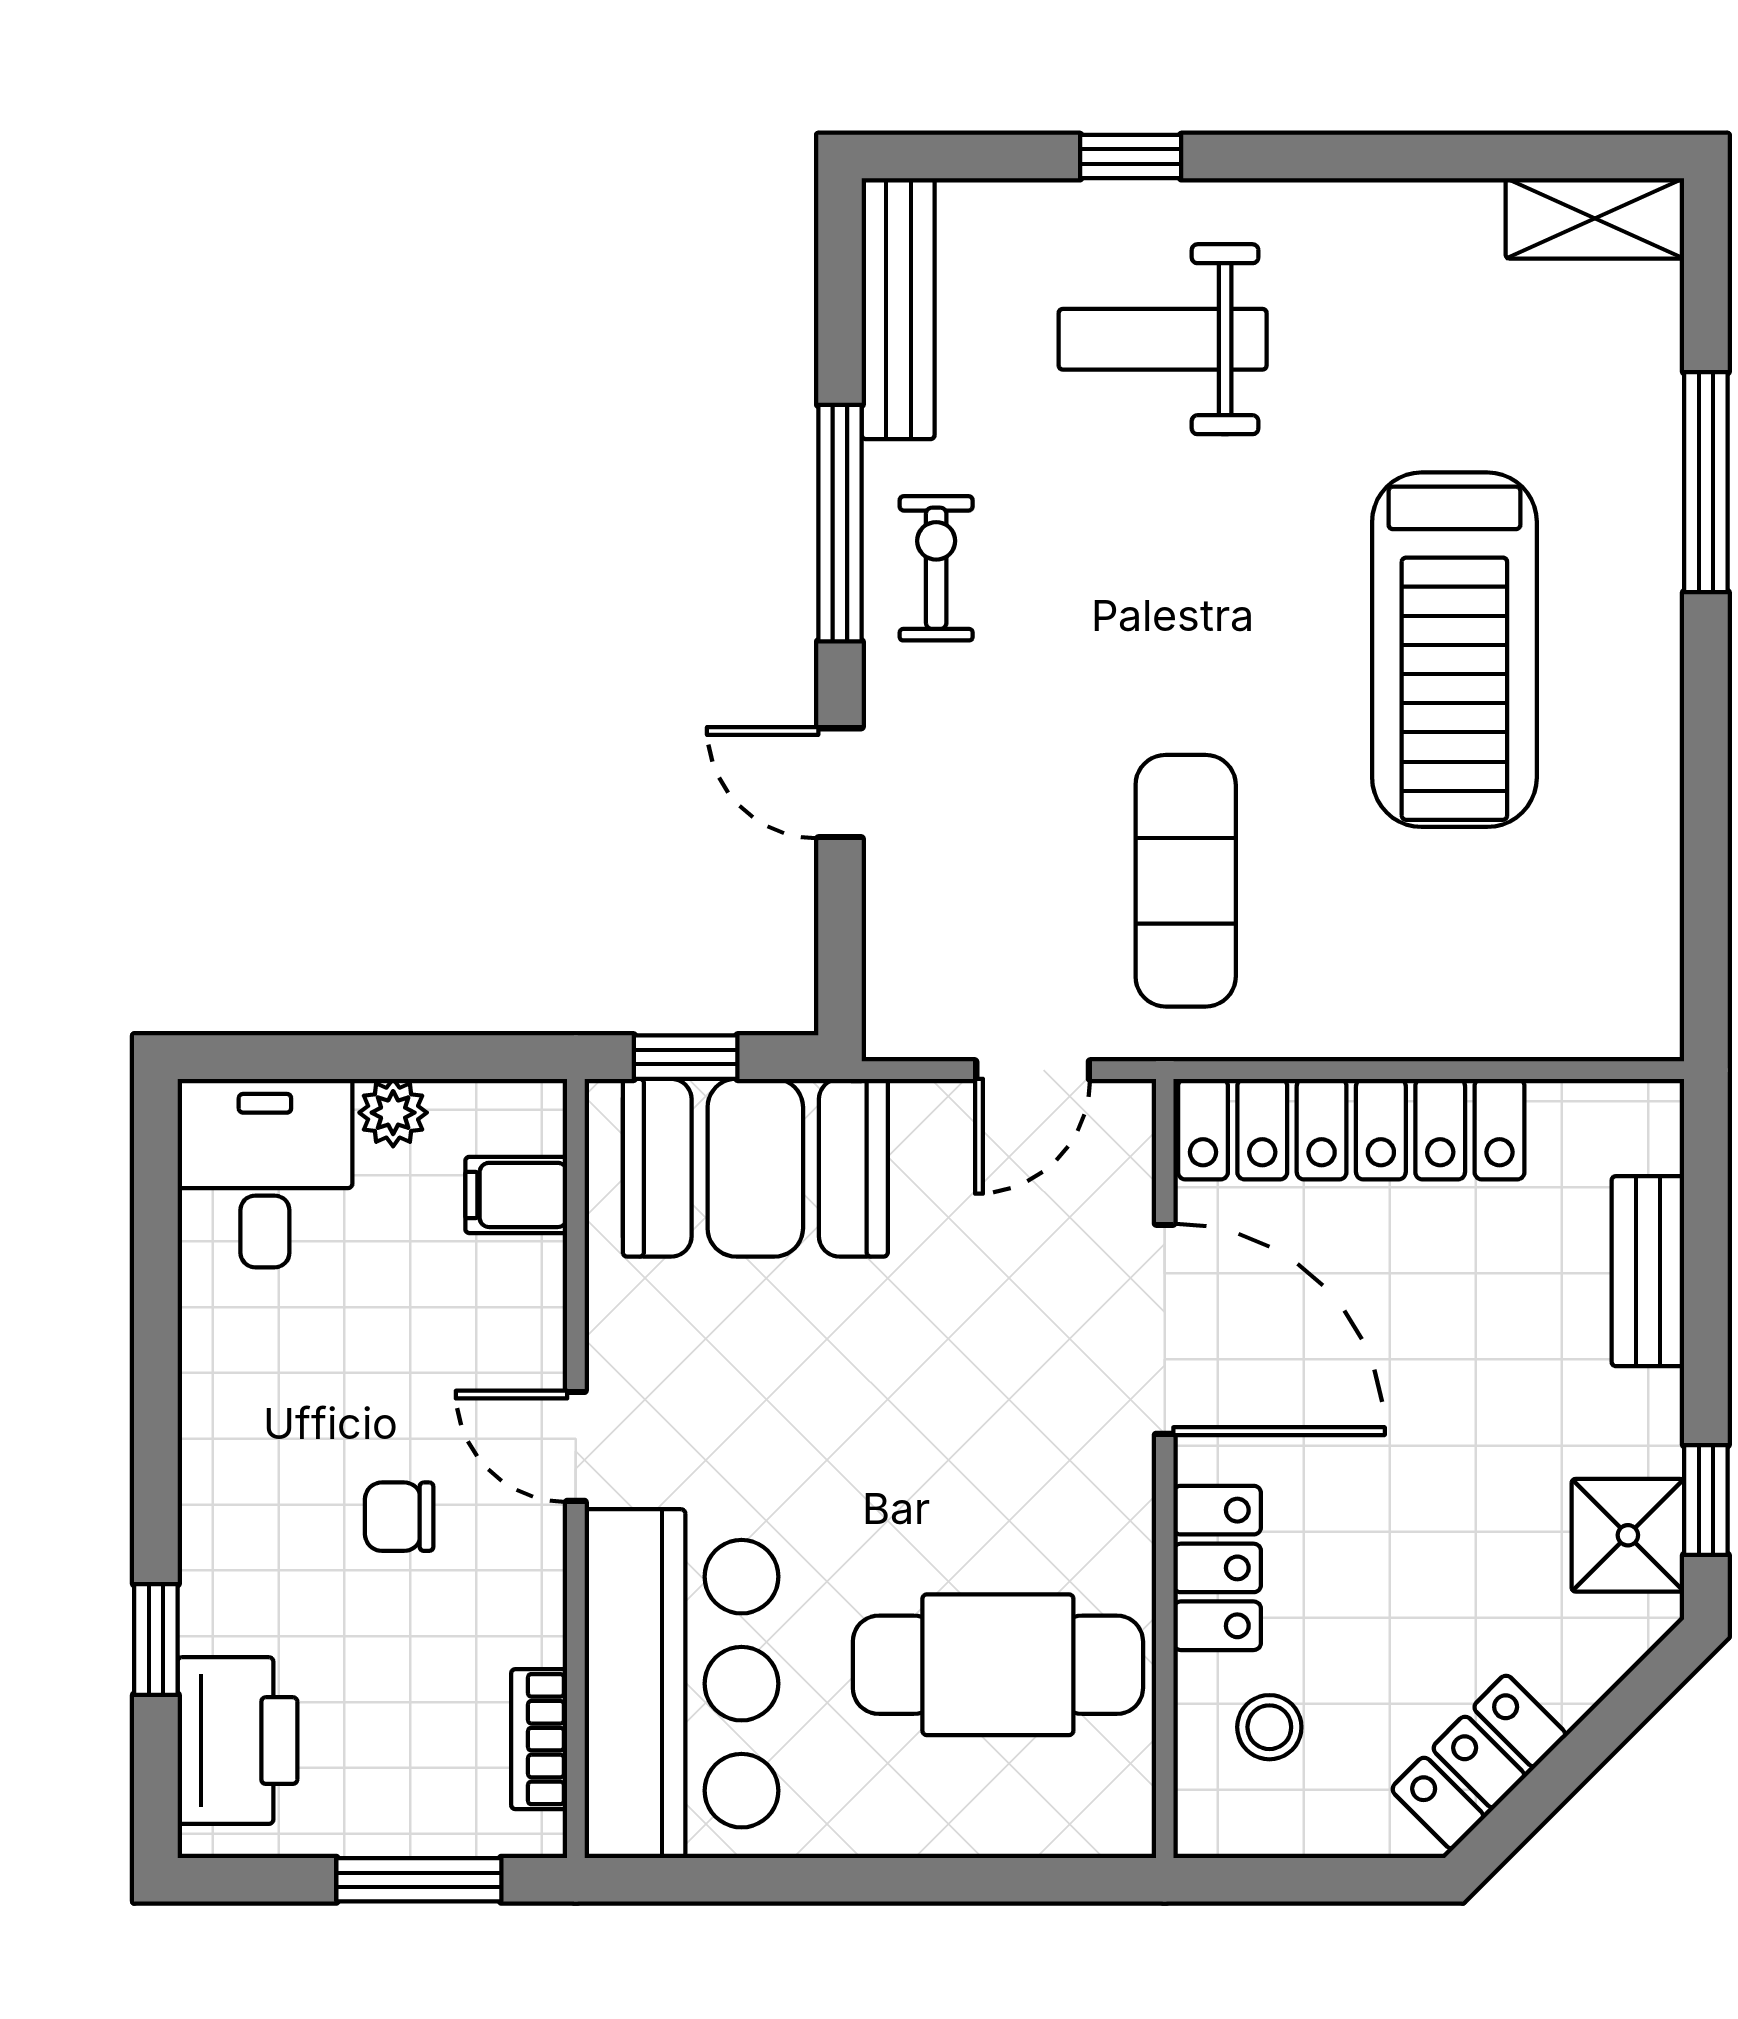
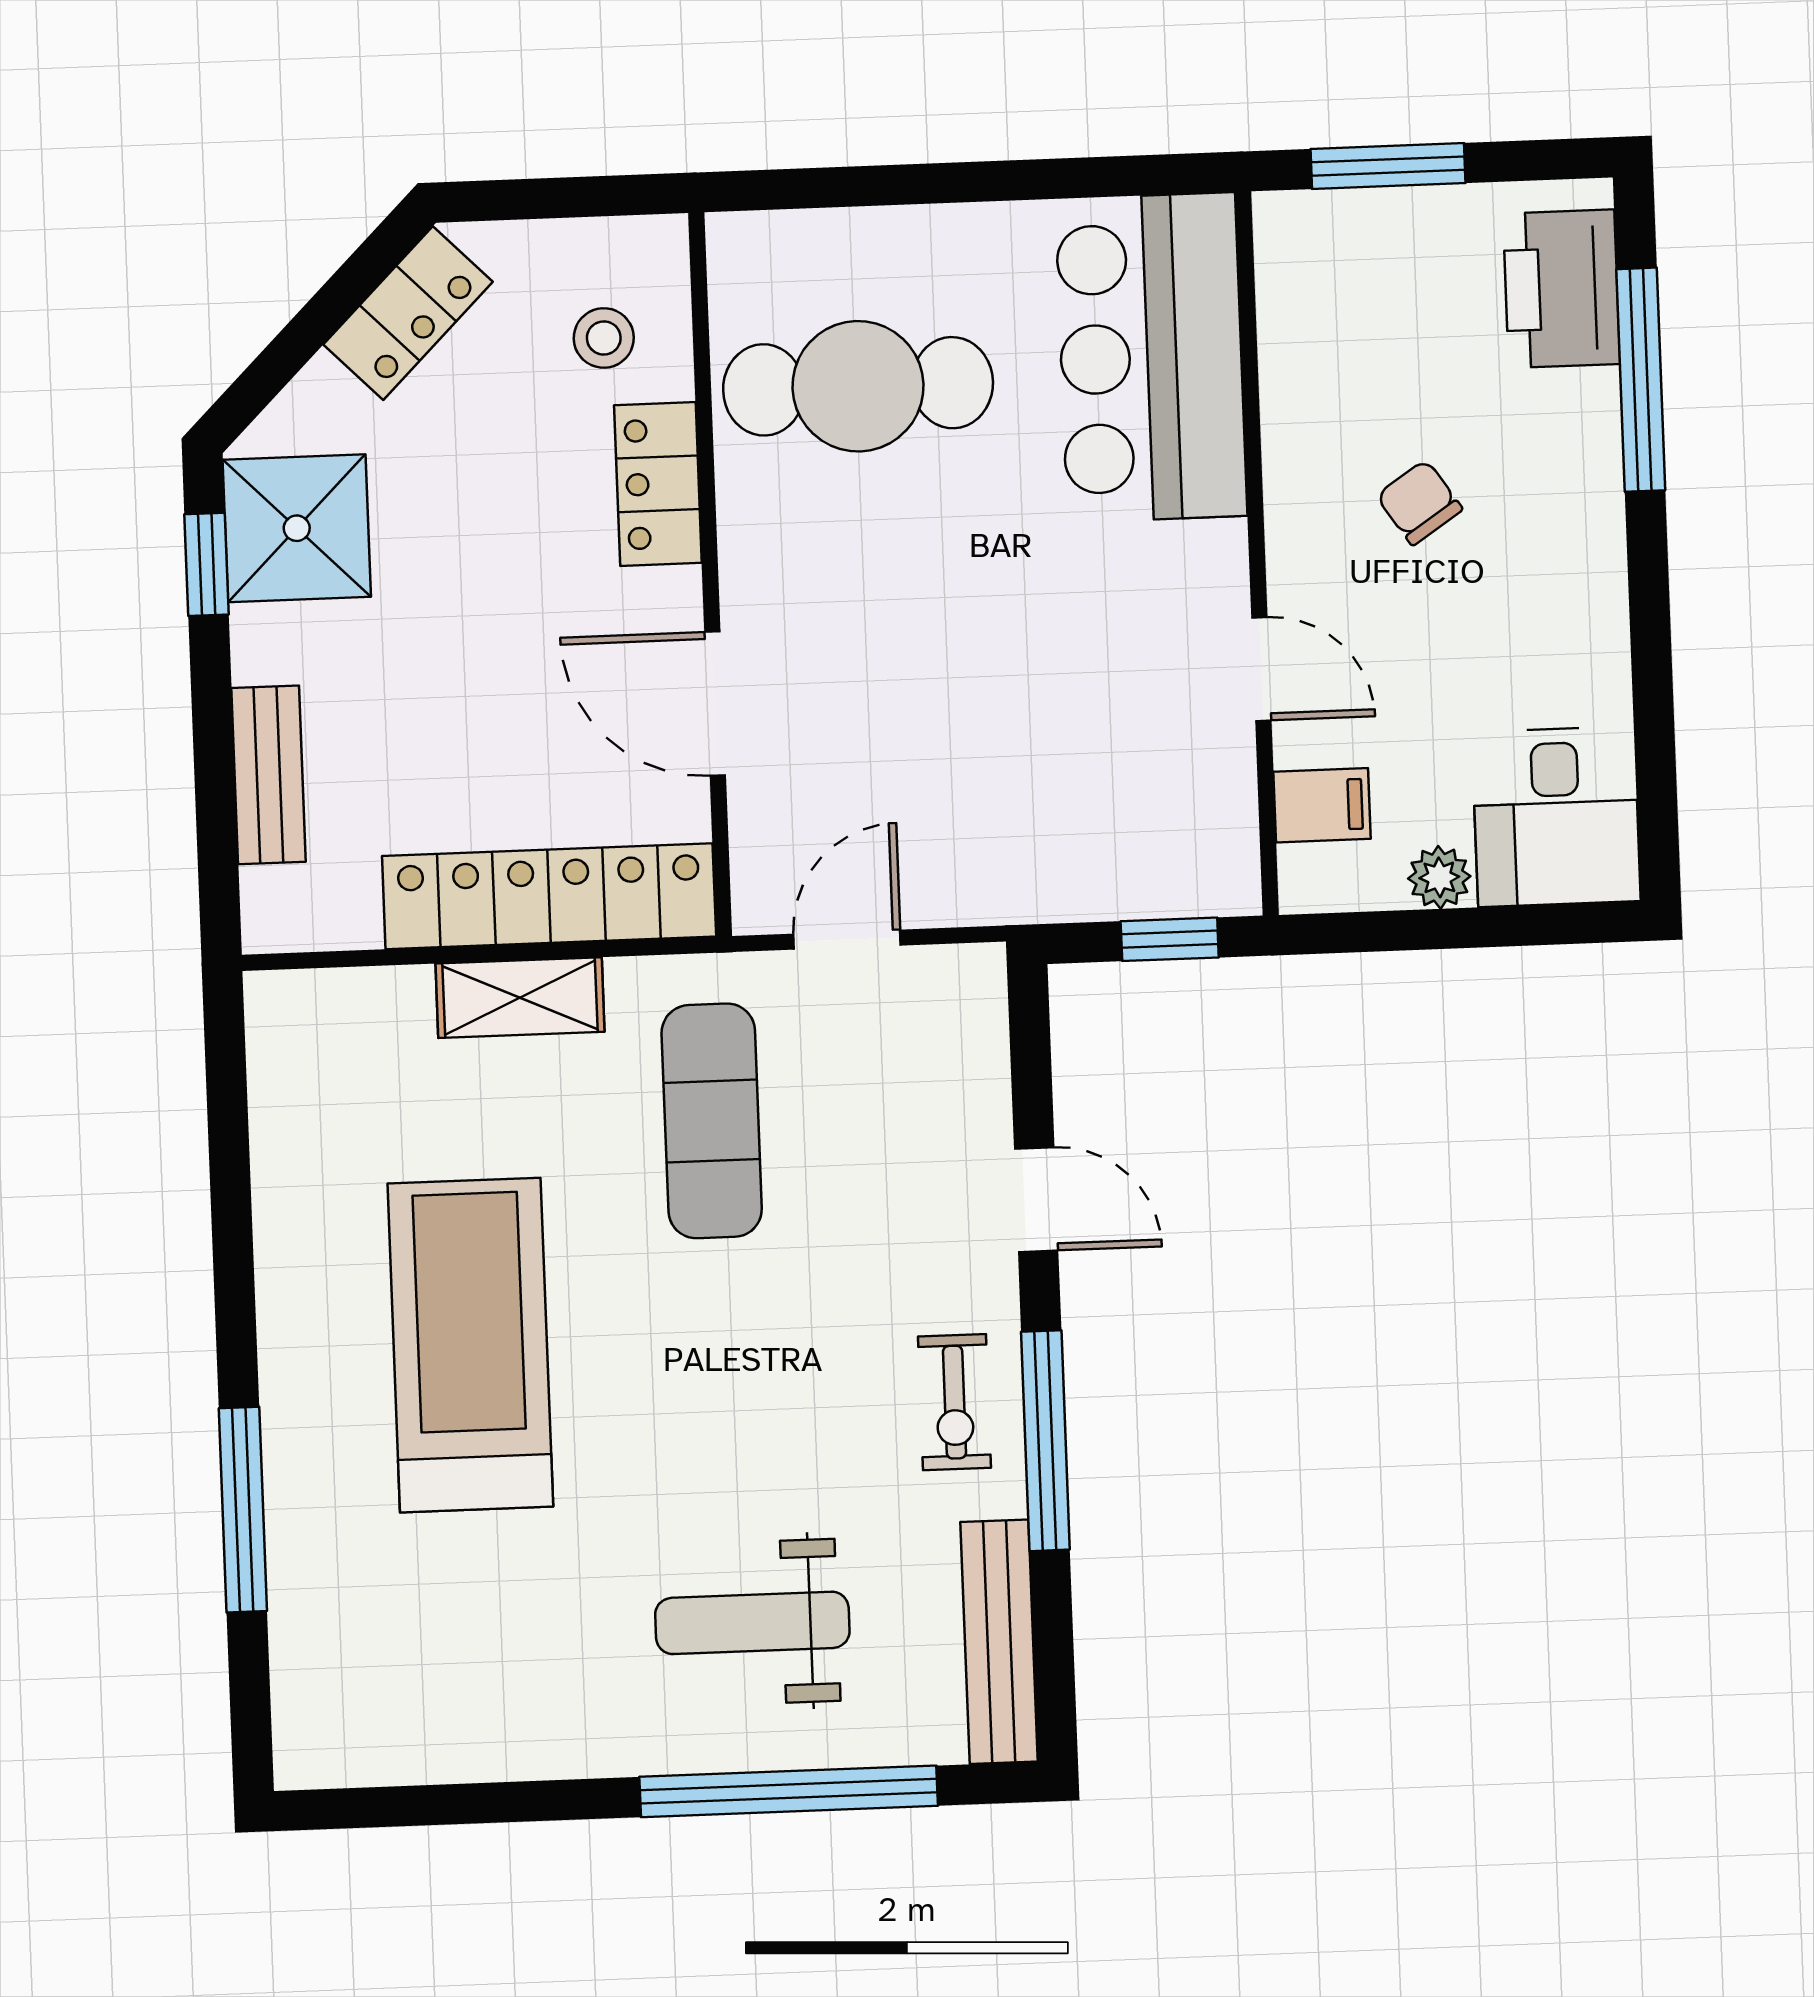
window: (1131, 157) -> (789, 1791), width x3.17
shelving: (1595, 218) -> (520, 998), moved
weight bench: (1163, 339) -> (752, 1623), turned 180
booth: (755, 1168) -> (1101, 839), removed
door: (1165, 1329) -> (715, 704), width x0.73
door: (576, 1446) -> (1261, 669), moved
chair: (399, 1517) -> (1419, 502), turned -124
shower: (1628, 1535) -> (297, 528), width x1.36, depth x1.36
window: (156, 1639) -> (1641, 380), width x2.17
bookcase: (539, 1739) -> (1281, 301), removed

